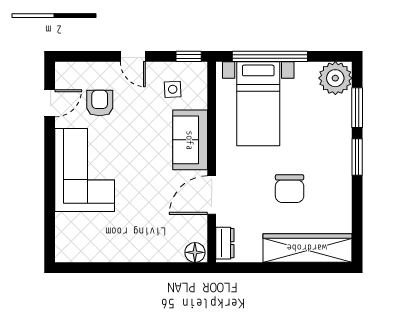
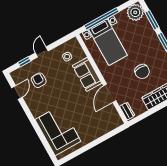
door: (133, 56) -> (42, 52), swing flipped
window: (189, 56) -> (24, 62), moved
corner sofa: (85, 170) -> (58, 130), moved
floor lamp: (195, 252) -> (116, 122), removed

